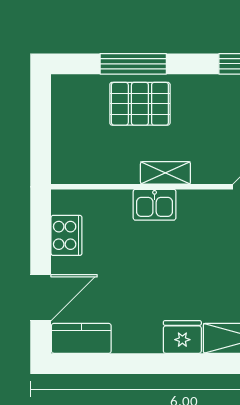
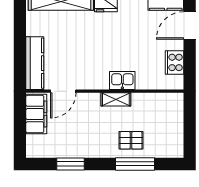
pallet: (140, 104) -> (131, 140), width x0.67, depth x0.71

